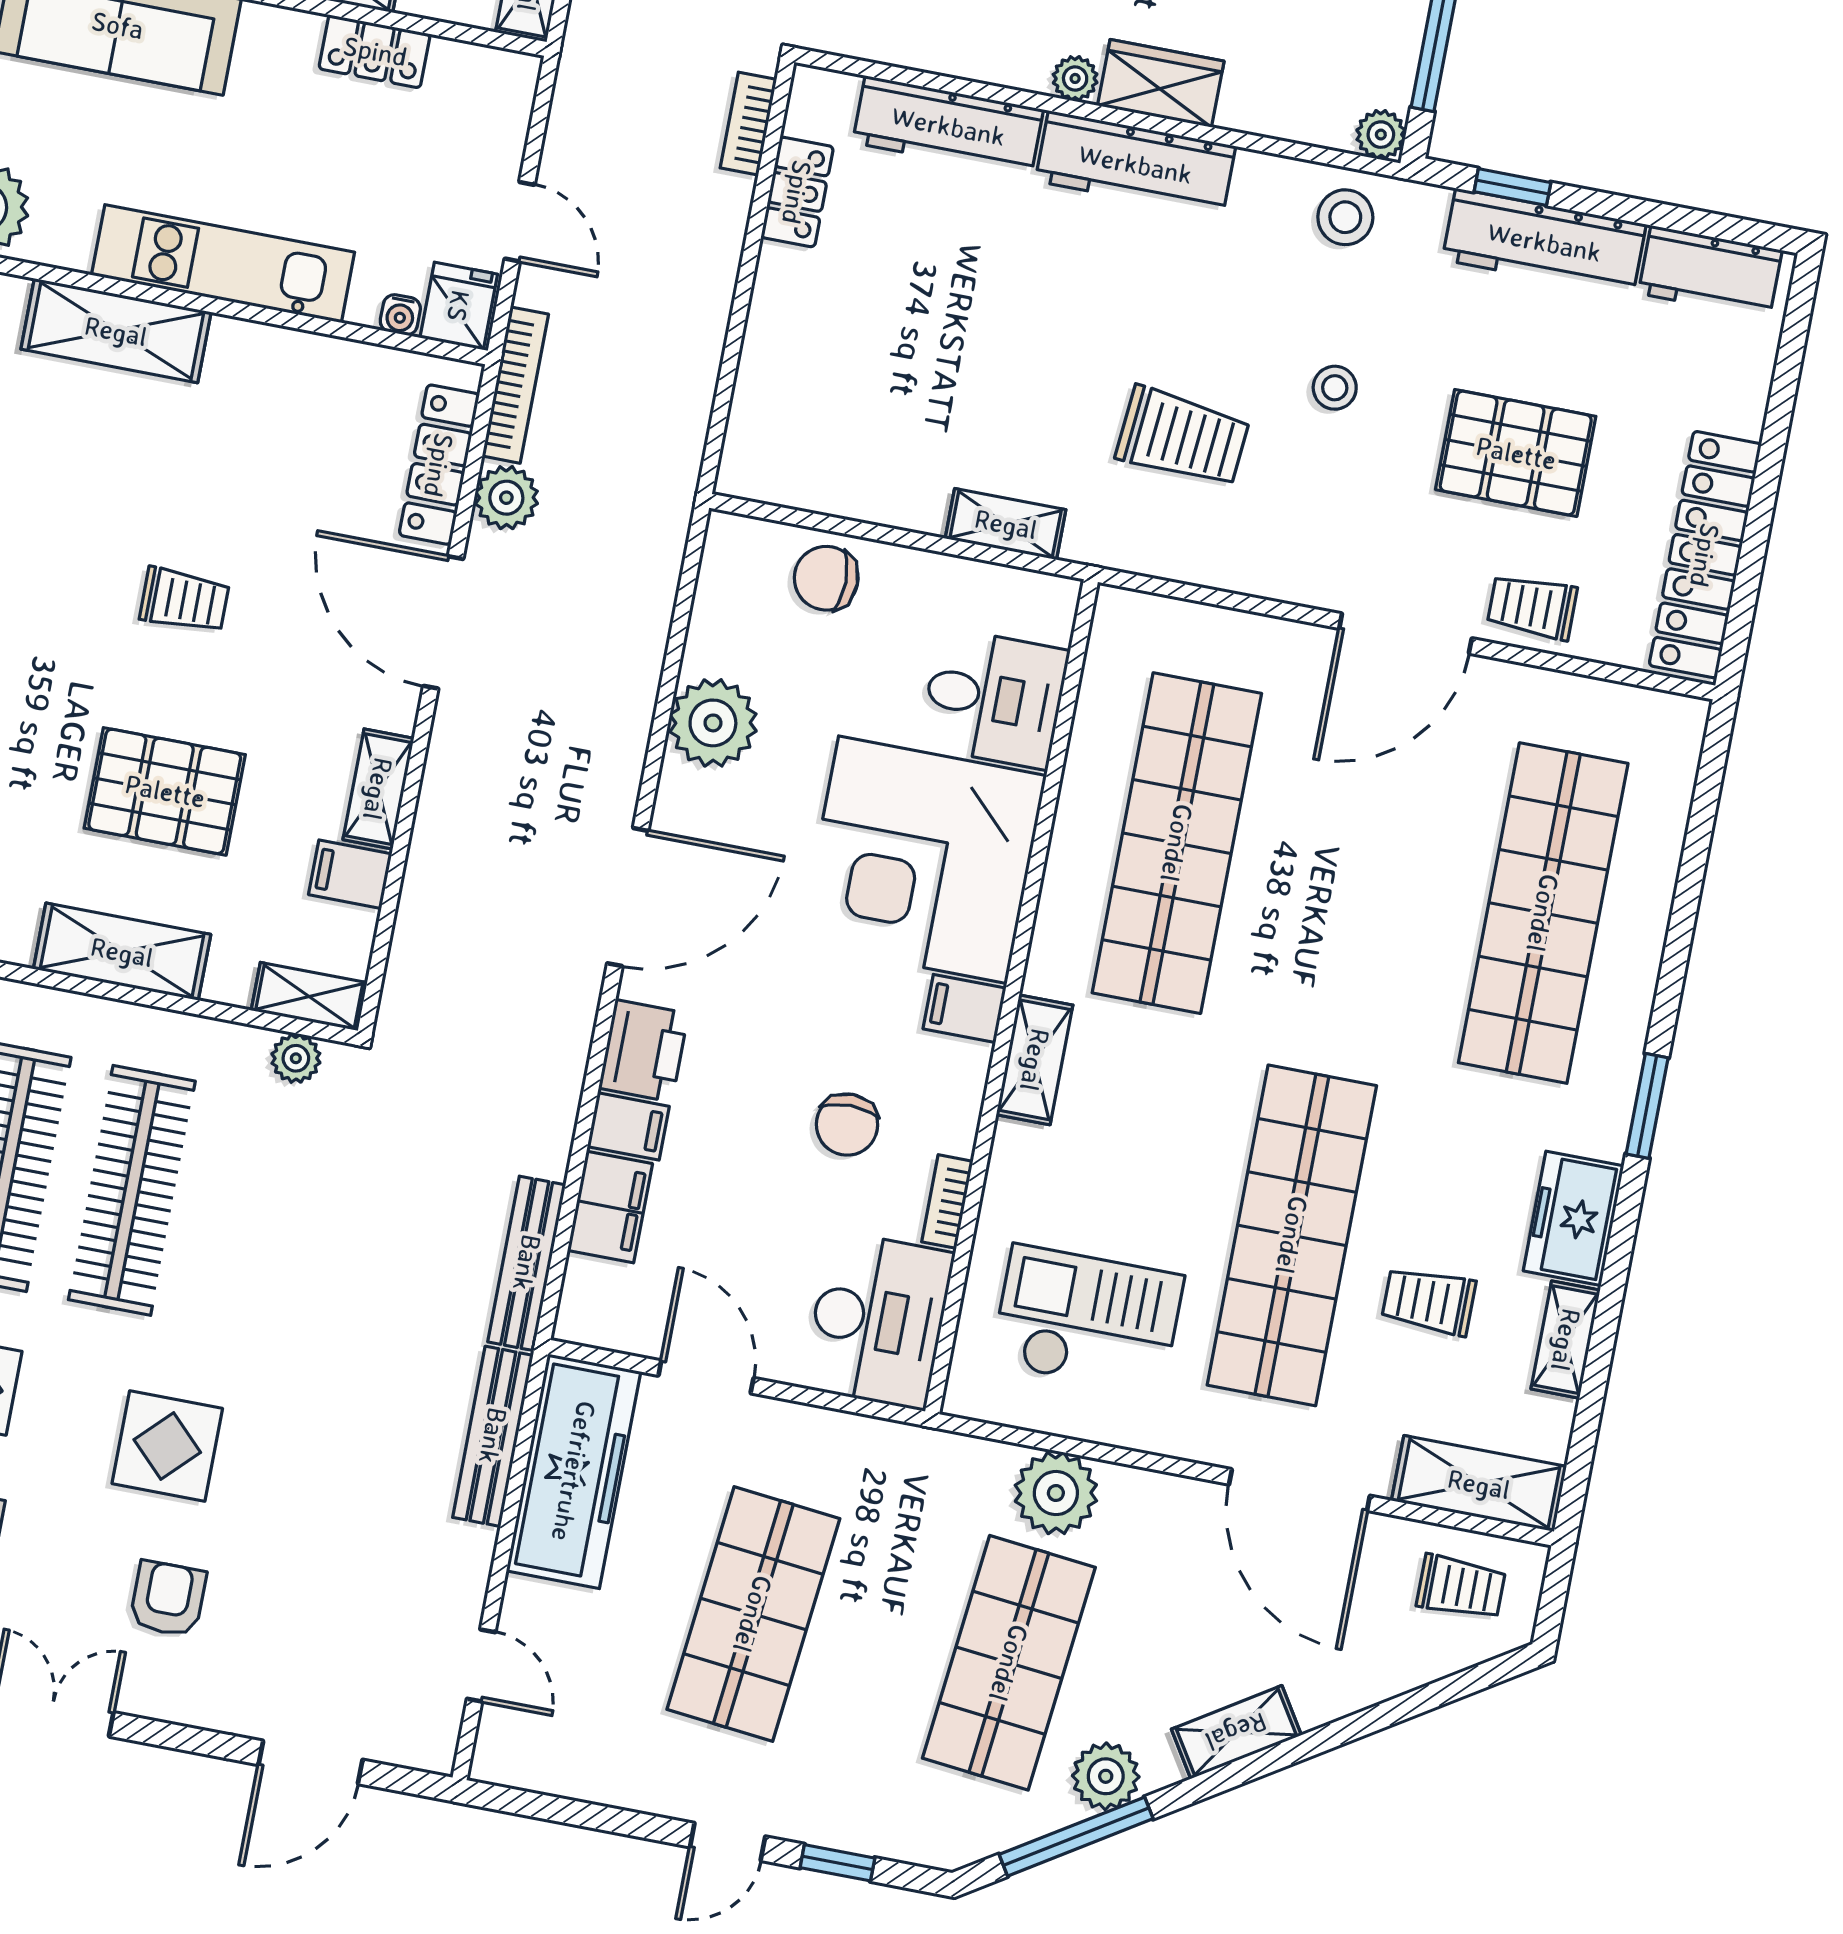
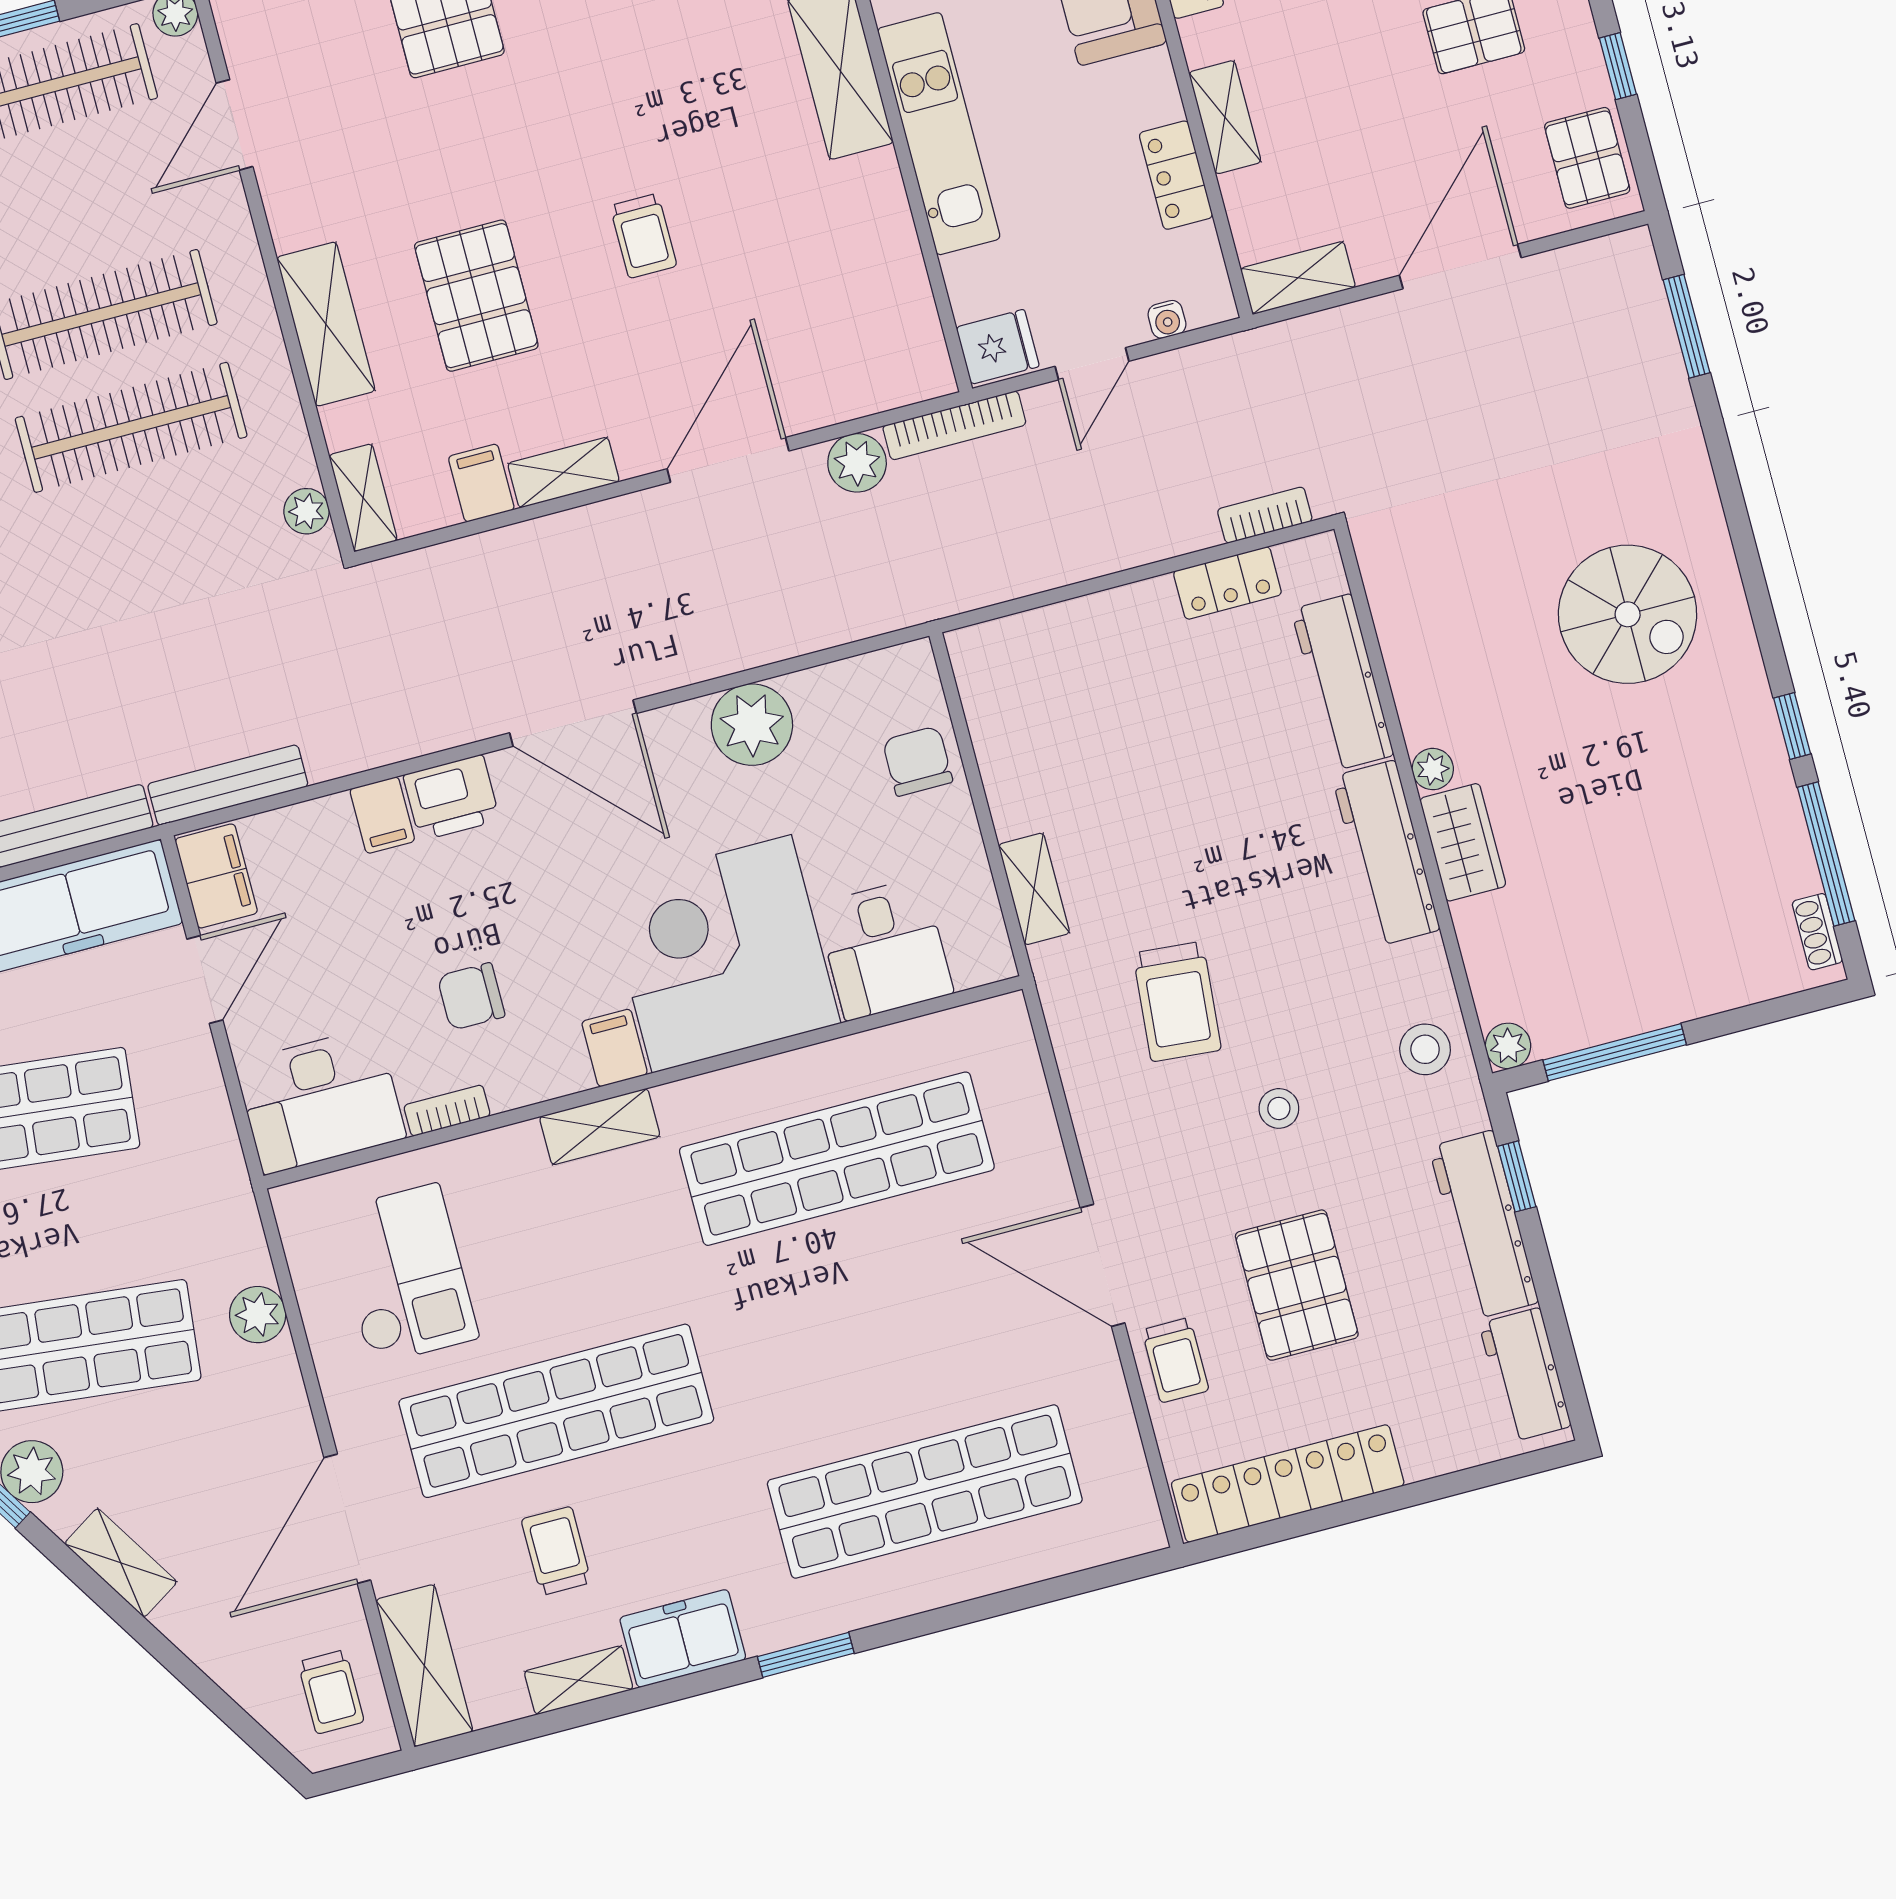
water cooler: (400, 315) -> (1167, 319), moved, turned -90
locker: (439, 465) -> (858, 394), removed
trolley: (1532, 607) -> (1175, 1360), turned 180
filing cabinet: (610, 1207) -> (216, 876), moved, turned -90
plant: (1056, 1493) -> (258, 1315), width x0.73, depth x0.73

